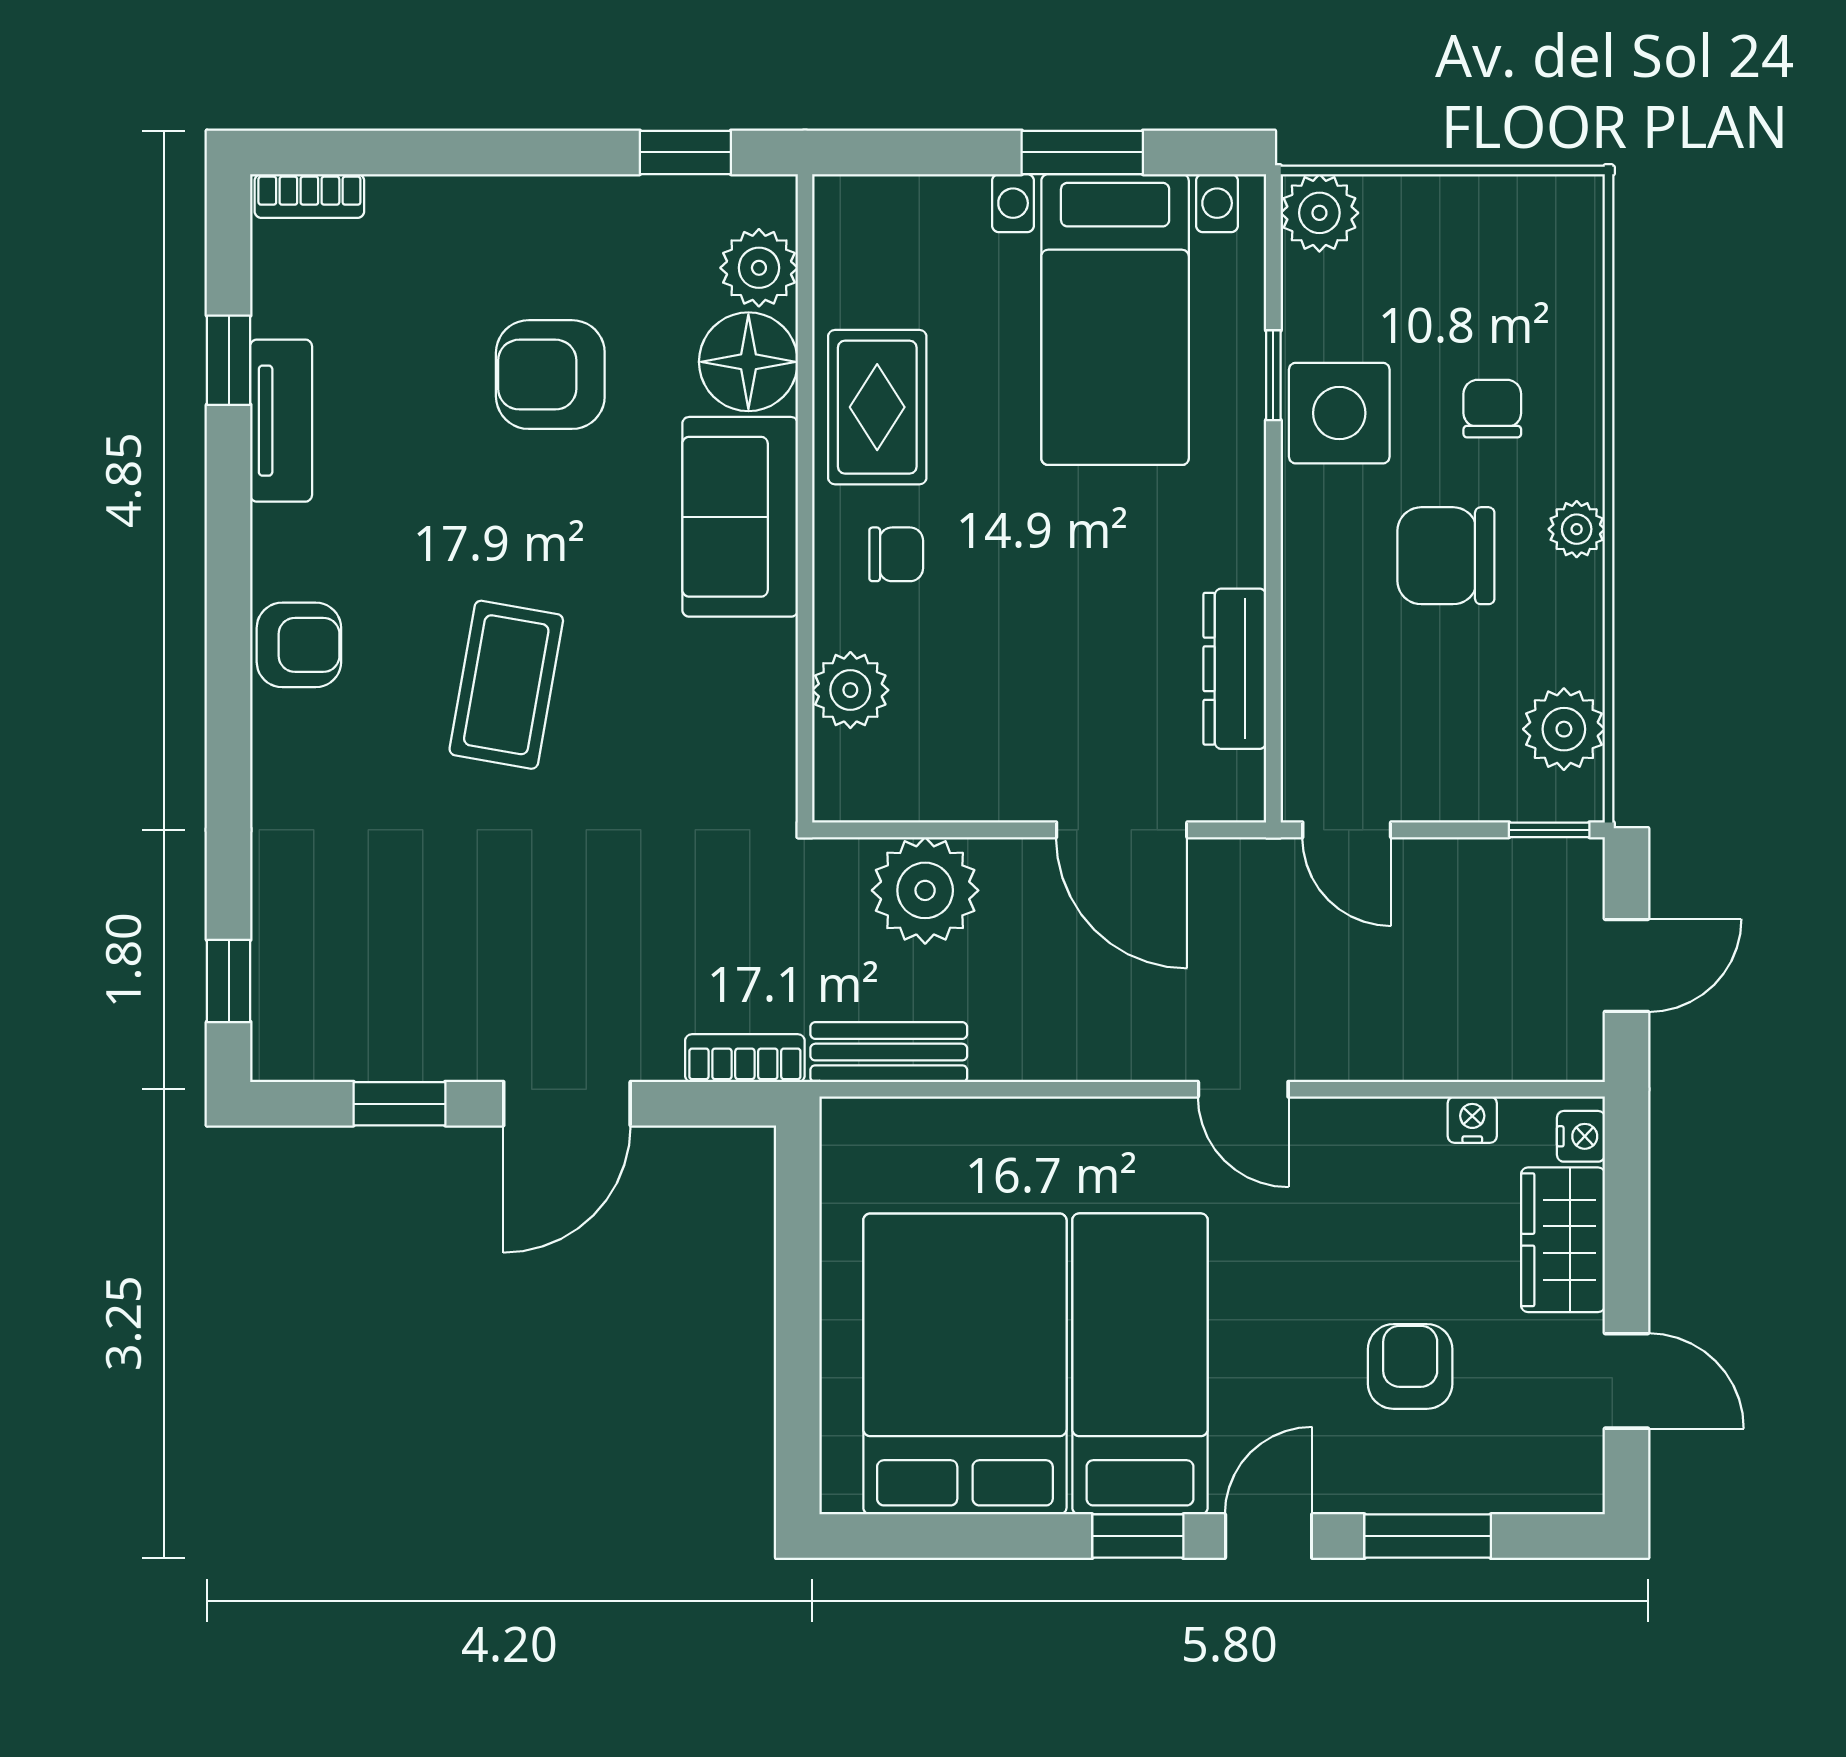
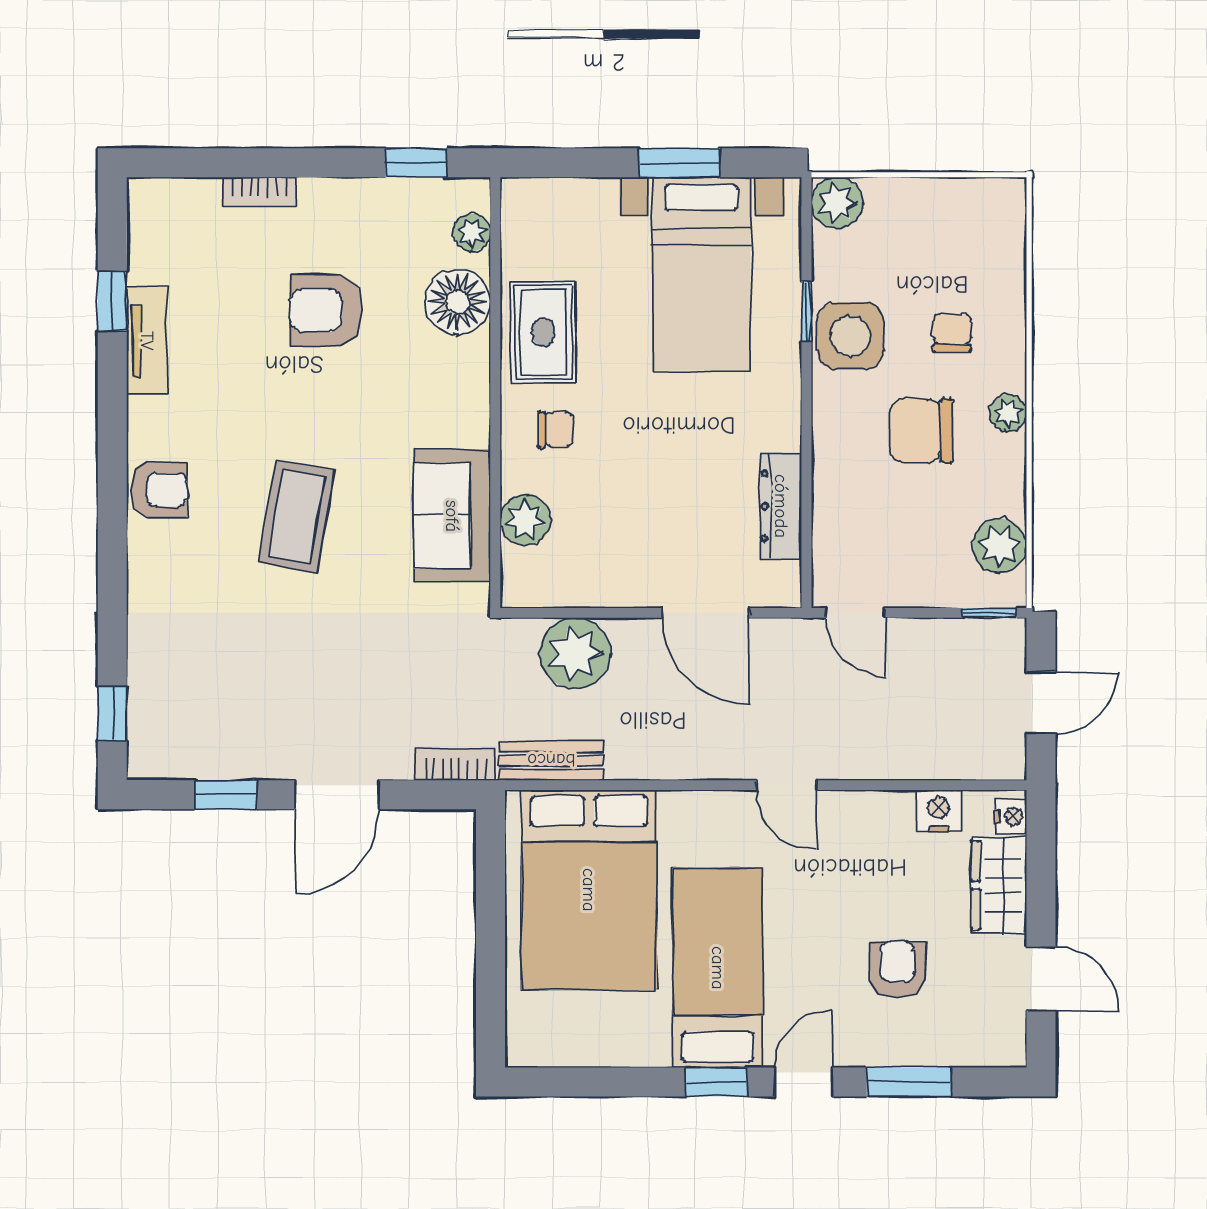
bookcase: (309, 196) -> (260, 192), moved
plant: (759, 268) -> (472, 232), width x0.73, depth x0.73
sofa: (740, 517) -> (452, 516), moved
nightstand: (1472, 1120) -> (939, 811), width x1.39, depth x1.35
bed: (965, 1364) -> (589, 890), moved, turned 180

